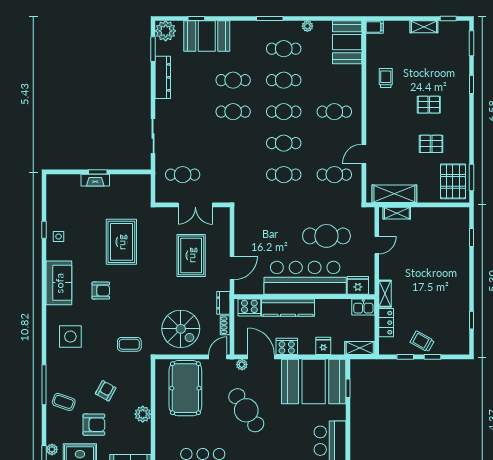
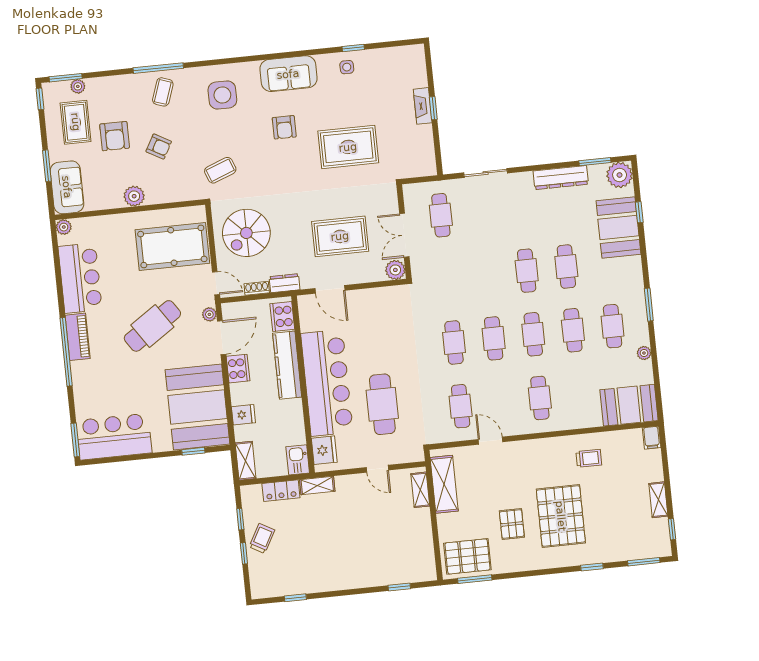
pallet: (429, 105) -> (561, 516), width x2.05, depth x2.00
plant: (222, 215) -> (395, 270), added
coffee table: (129, 344) -> (220, 170), turned 69
coffee table: (64, 402) -> (163, 92), moved

